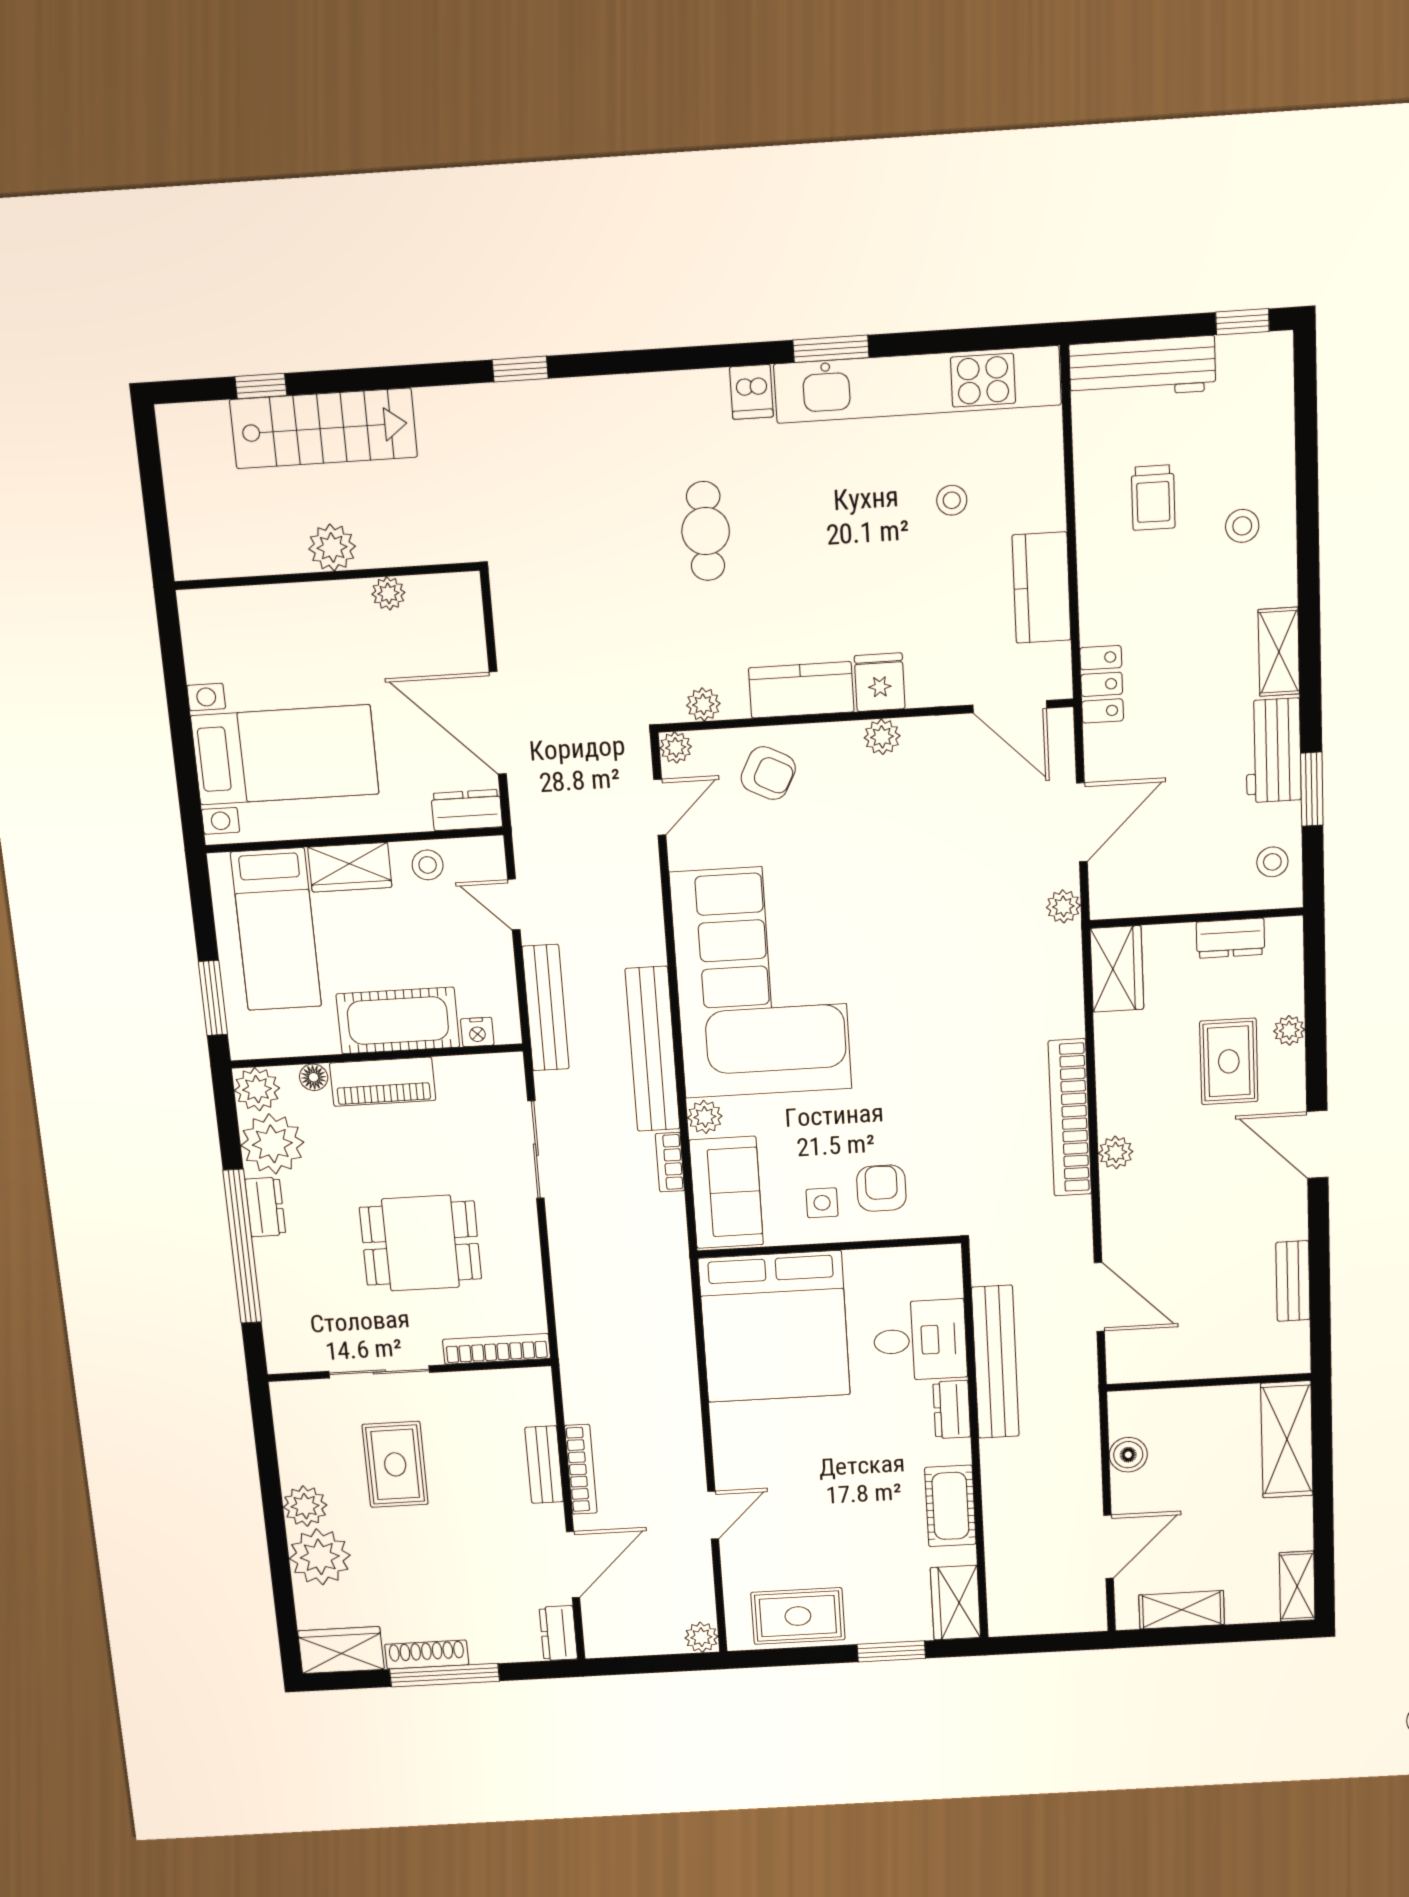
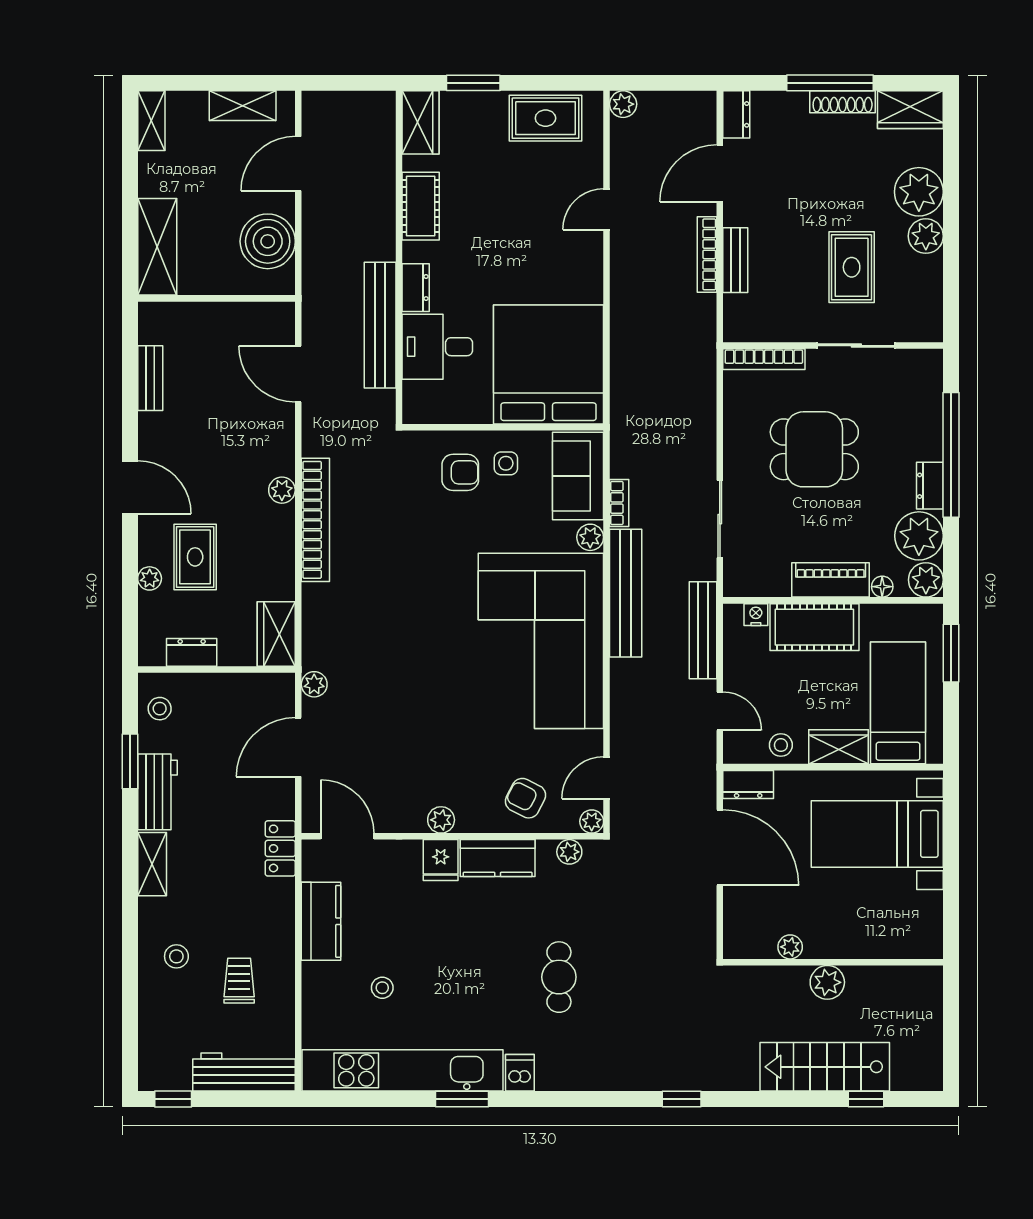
armchair: (881, 1188) -> (460, 472), turned -90
boiler: (1128, 1455) -> (268, 241), width x1.86, depth x1.86

